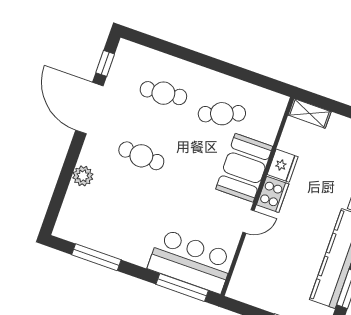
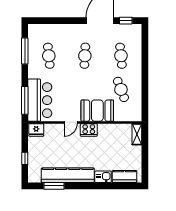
fridge: (283, 166) -> (36, 130), moved
plant: (83, 176) -> (64, 29), removed
cafe table: (119, 218) -> (49, 56), added
door: (249, 221) -> (71, 122), hinge flipped

